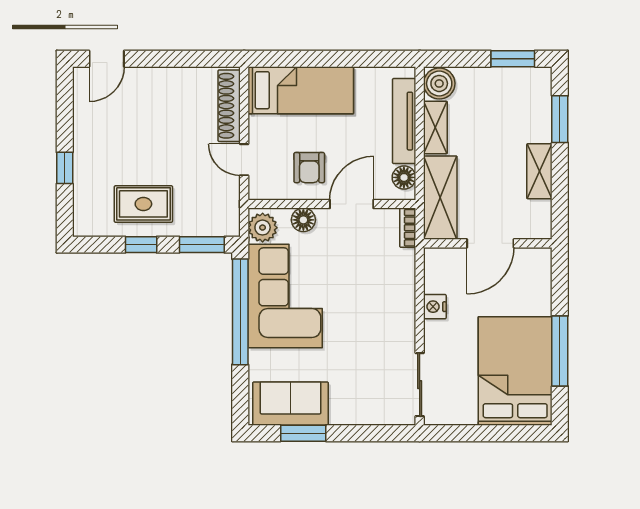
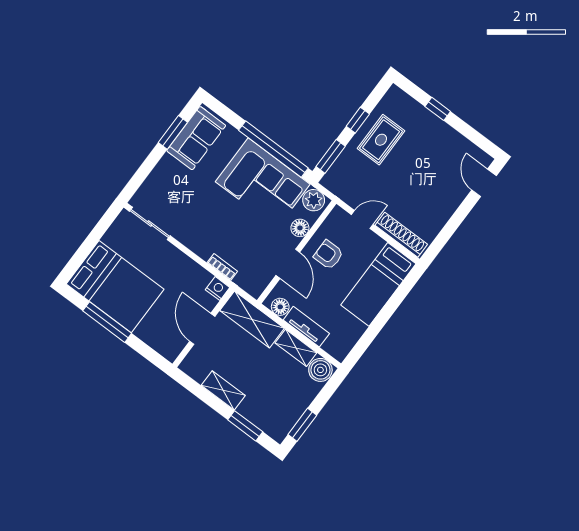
tv unit: (404, 121) -> (306, 327), width x0.71
bookcase: (408, 228) -> (222, 267), moved
nightstand: (435, 307) -> (218, 289), moved

